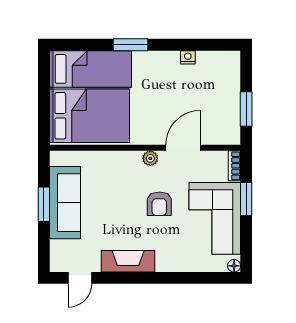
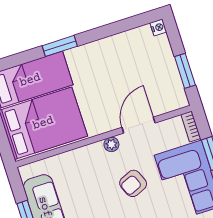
nightstand: (188, 57) -> (158, 27), moved, turned 90
armchair: (159, 204) -> (133, 183), turned 67

